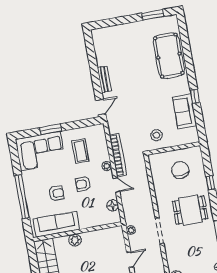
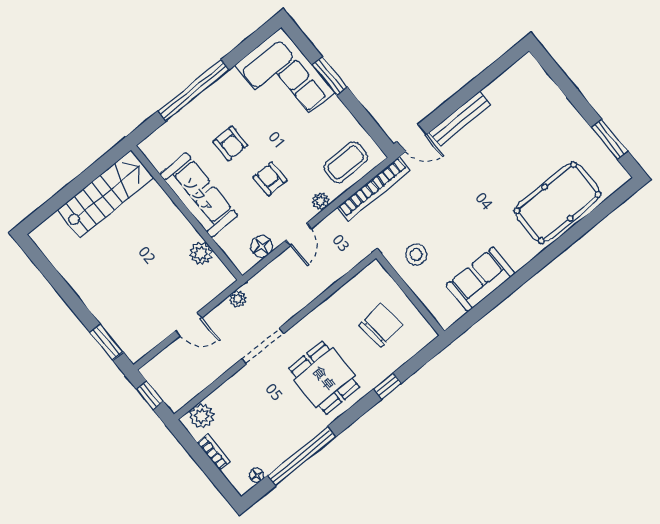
bench: (104, 79) -> (460, 119), width x1.36
window: (195, 96) -> (515, 282), removed
coffee table: (80, 151) -> (346, 162), moved
bookcase: (118, 155) -> (374, 189), moved
sofa: (56, 224) -> (199, 195), moved
plant: (75, 240) -> (201, 253), moved

